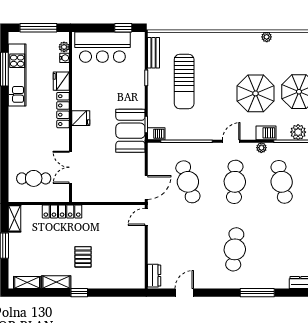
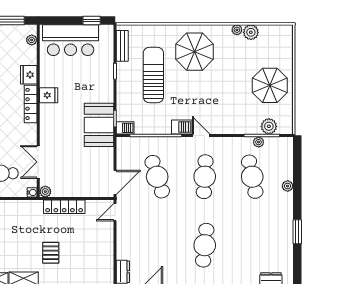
plant: (280, 39) -> (251, 32), added
water cooler: (65, 58) -> (32, 192), moved
sun lounger: (184, 81) -> (153, 75), turned 180
parasol: (256, 93) -> (195, 52), moved
fridge: (81, 118) -> (49, 95), moved
barbecue: (266, 133) -> (182, 127), moved
door: (231, 141) -> (201, 136), hinge flipped
plant: (261, 148) -> (259, 142), moved
plant: (78, 196) -> (45, 192), added
locker: (62, 212) -> (64, 207), moved

